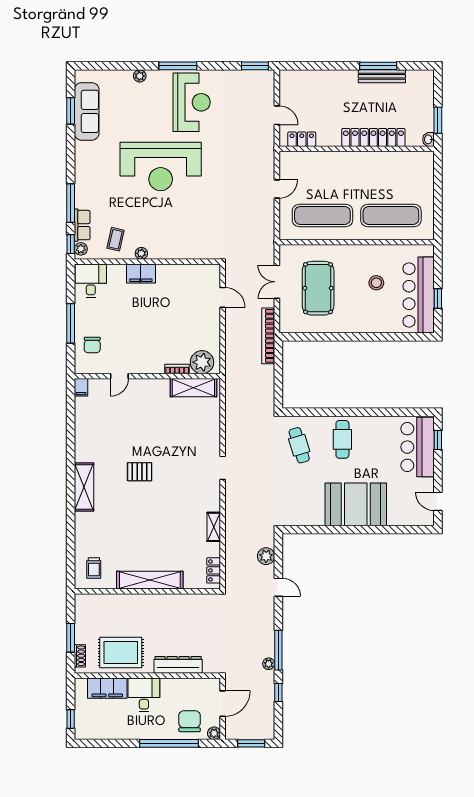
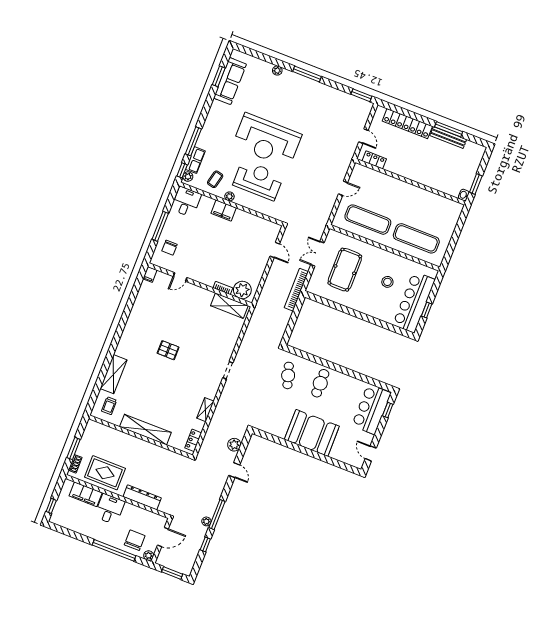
reception desk: (192, 102) -> (258, 180), moved, turned -90
locker: (373, 137) -> (407, 124), moved, turned 180
shelving: (84, 487) -> (114, 374), moved

